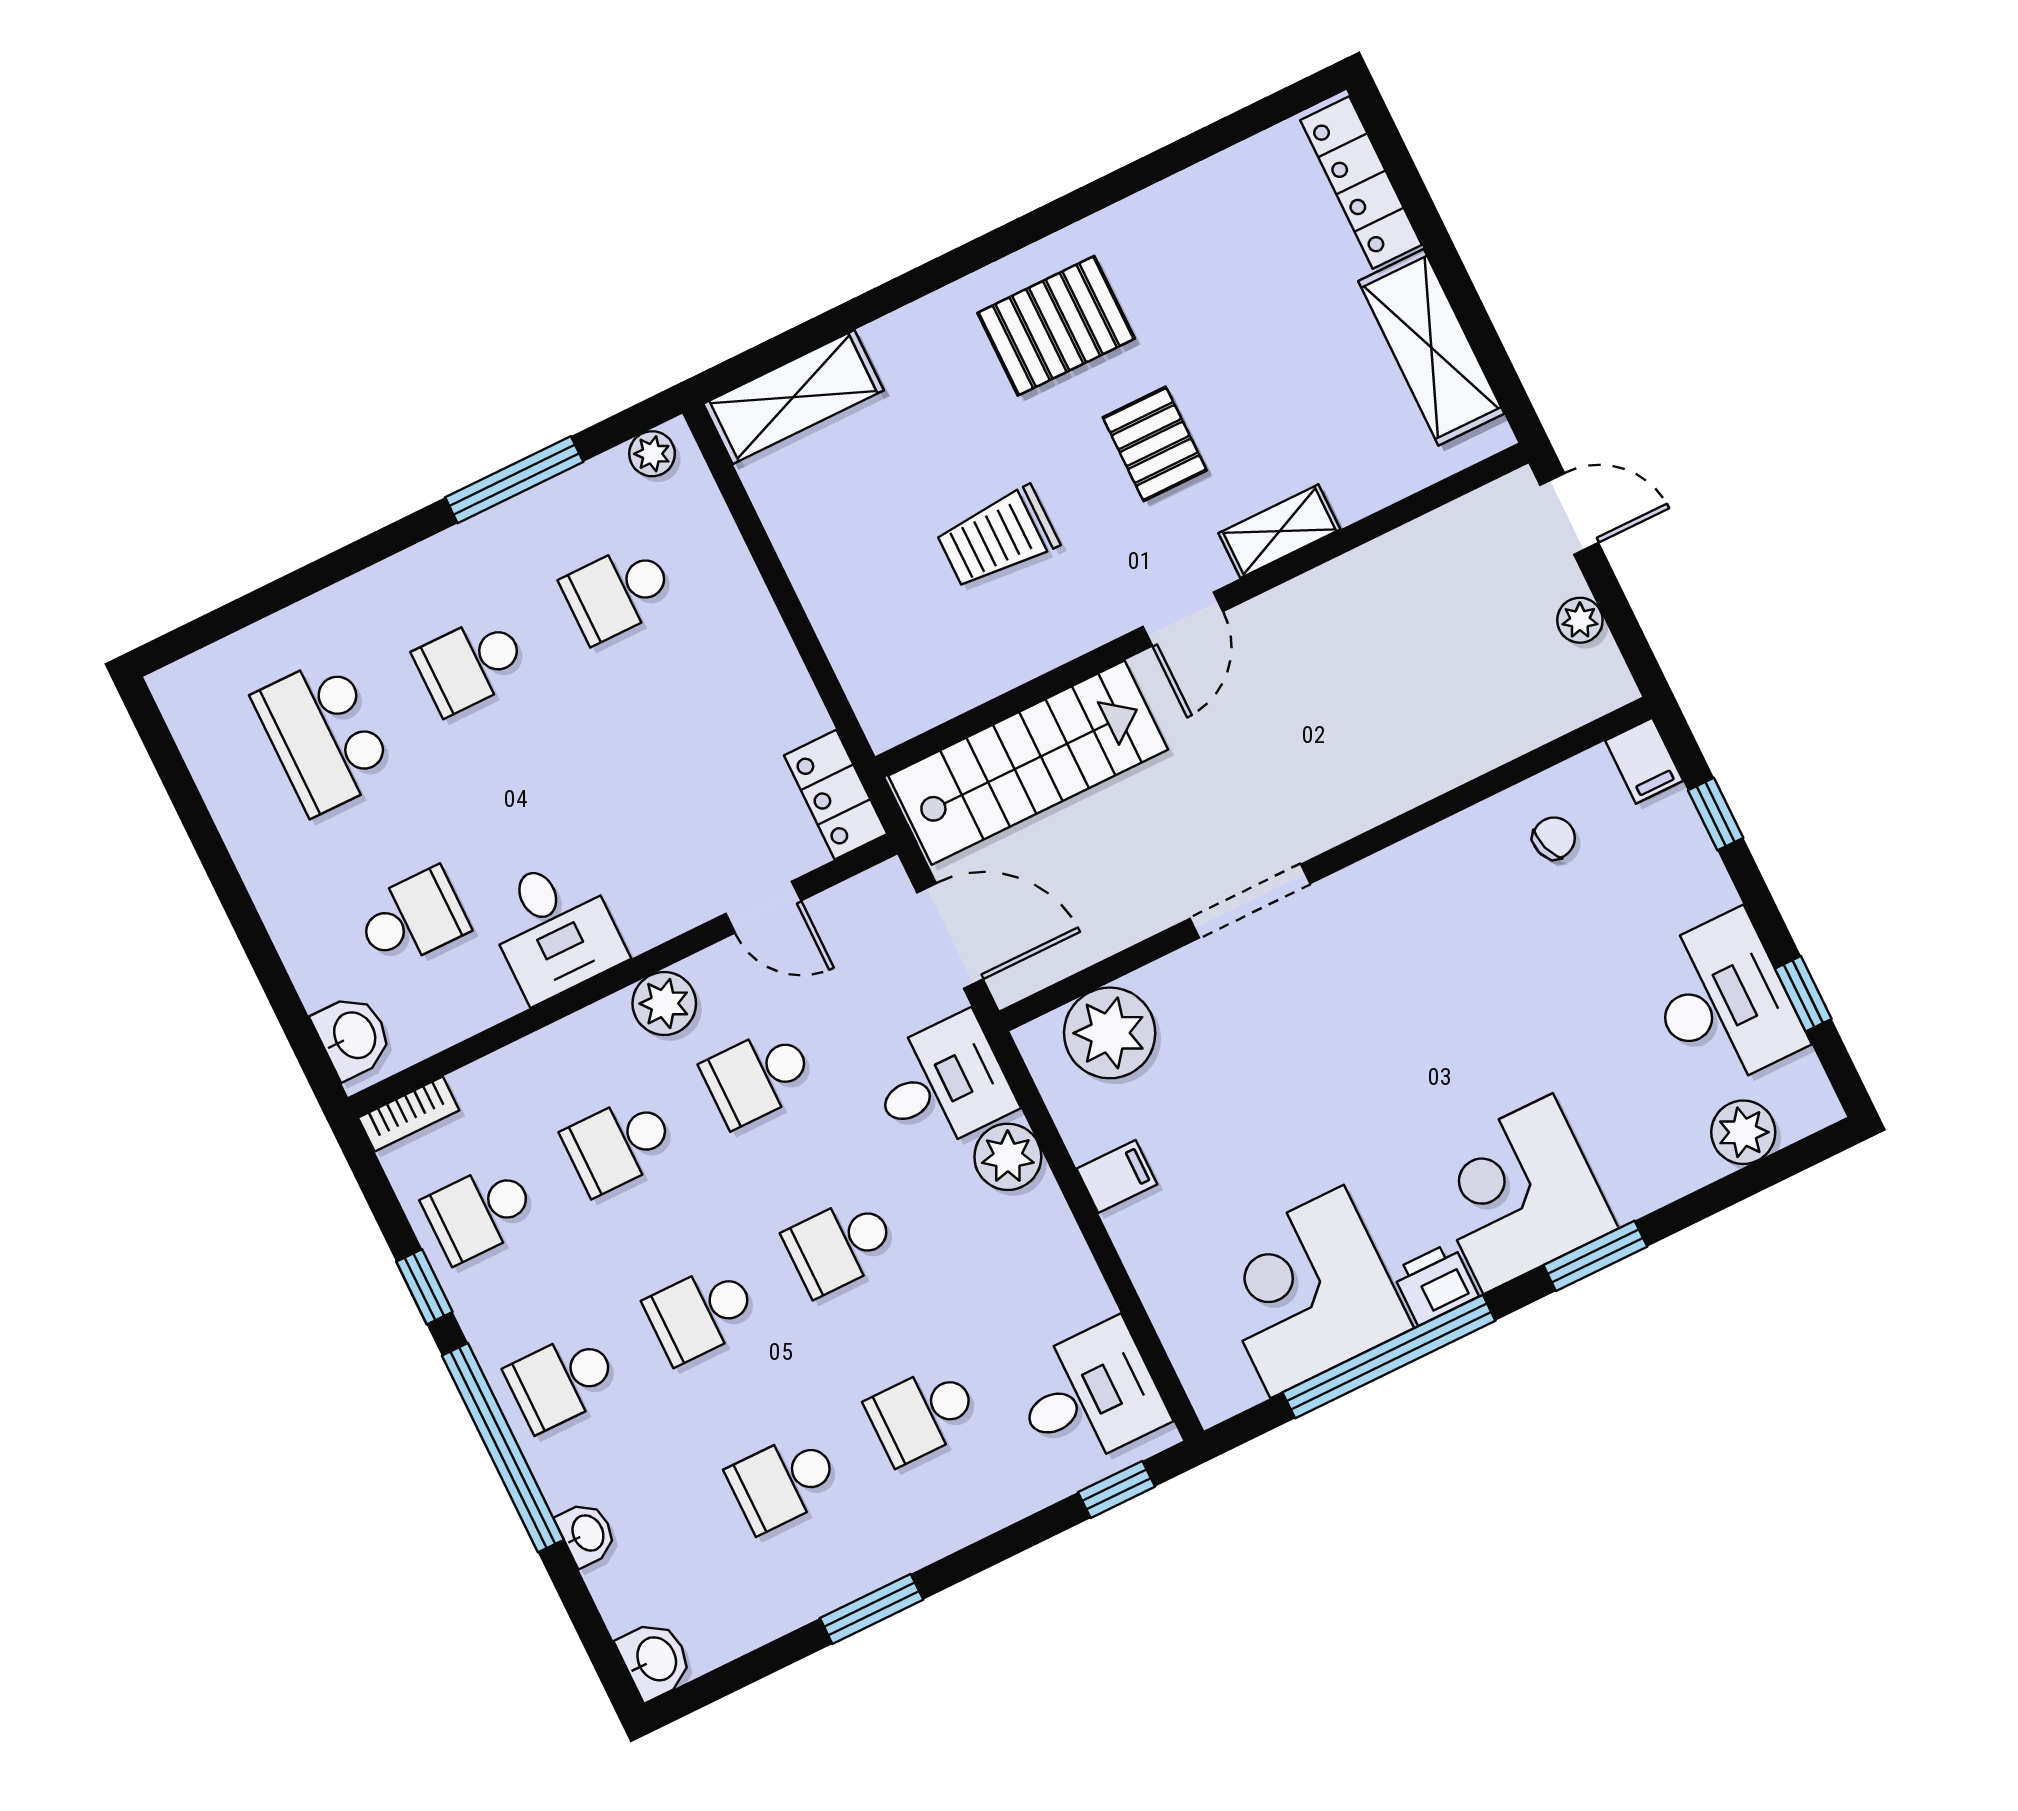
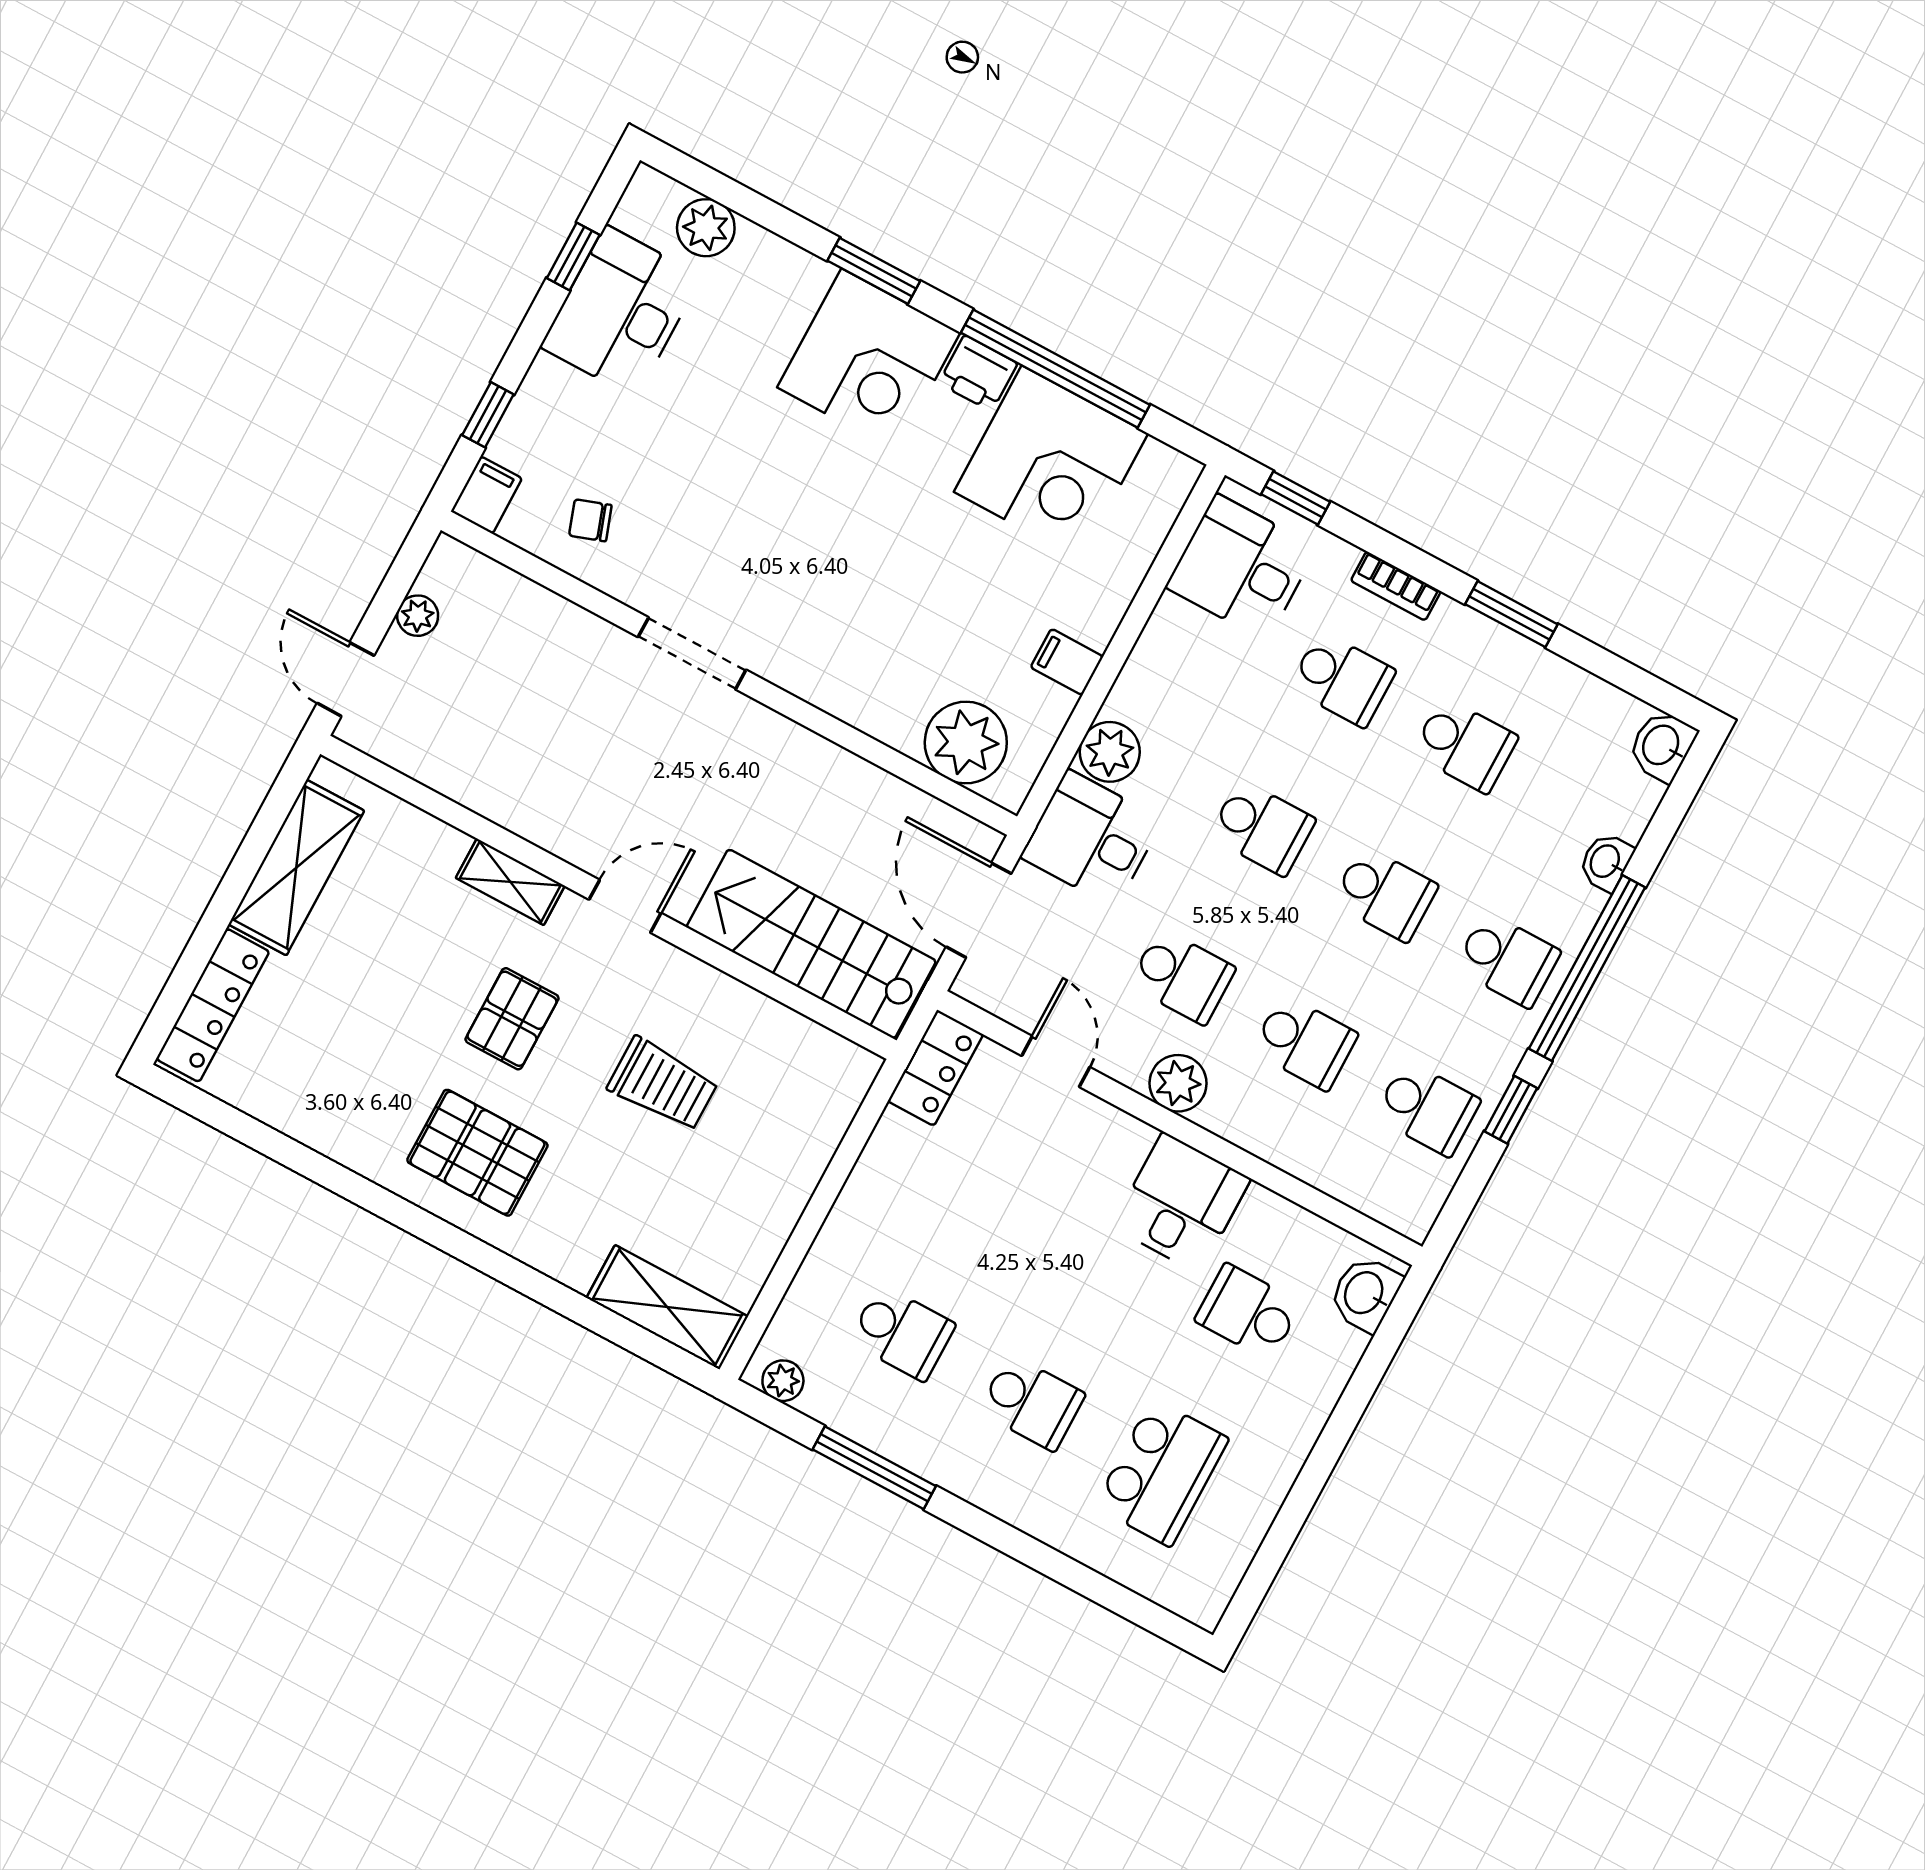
doorway: (1250, 901) -> (692, 653), moved
bookcase: (409, 1114) -> (1396, 586), moved, turned 180

